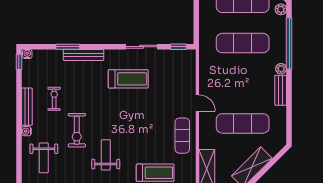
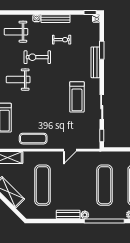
door: (197, 103) -> (70, 150), moved
weight bench: (106, 155) -> (18, 80), turned 180

